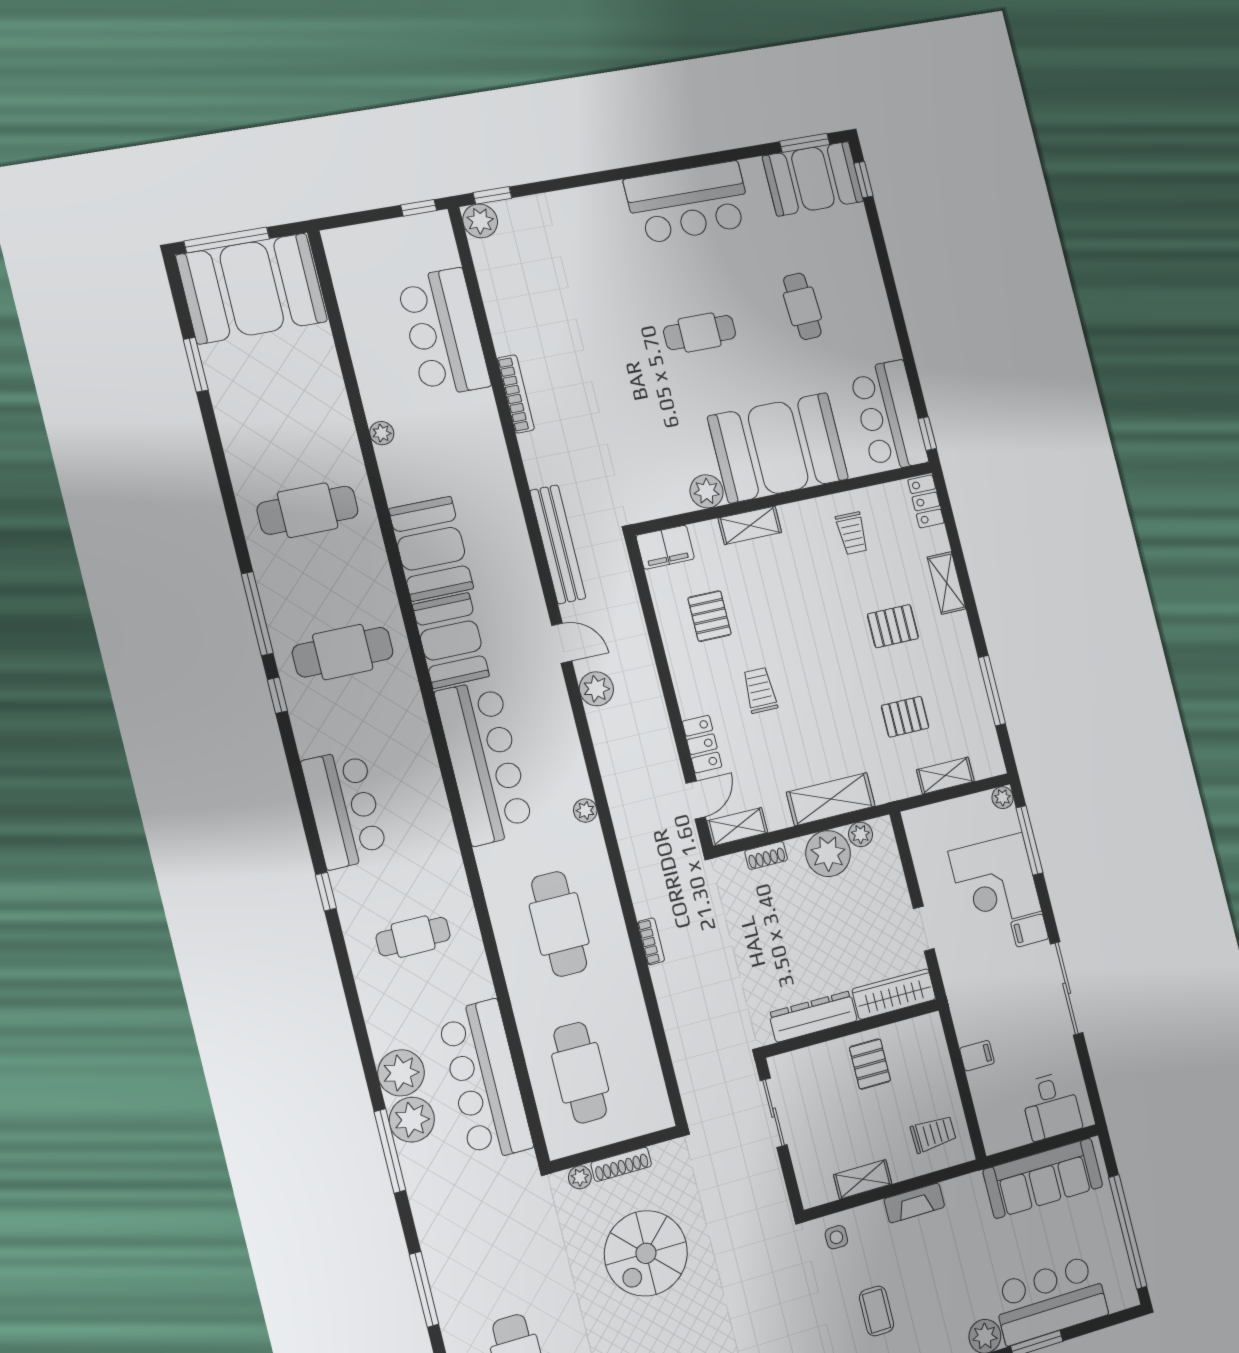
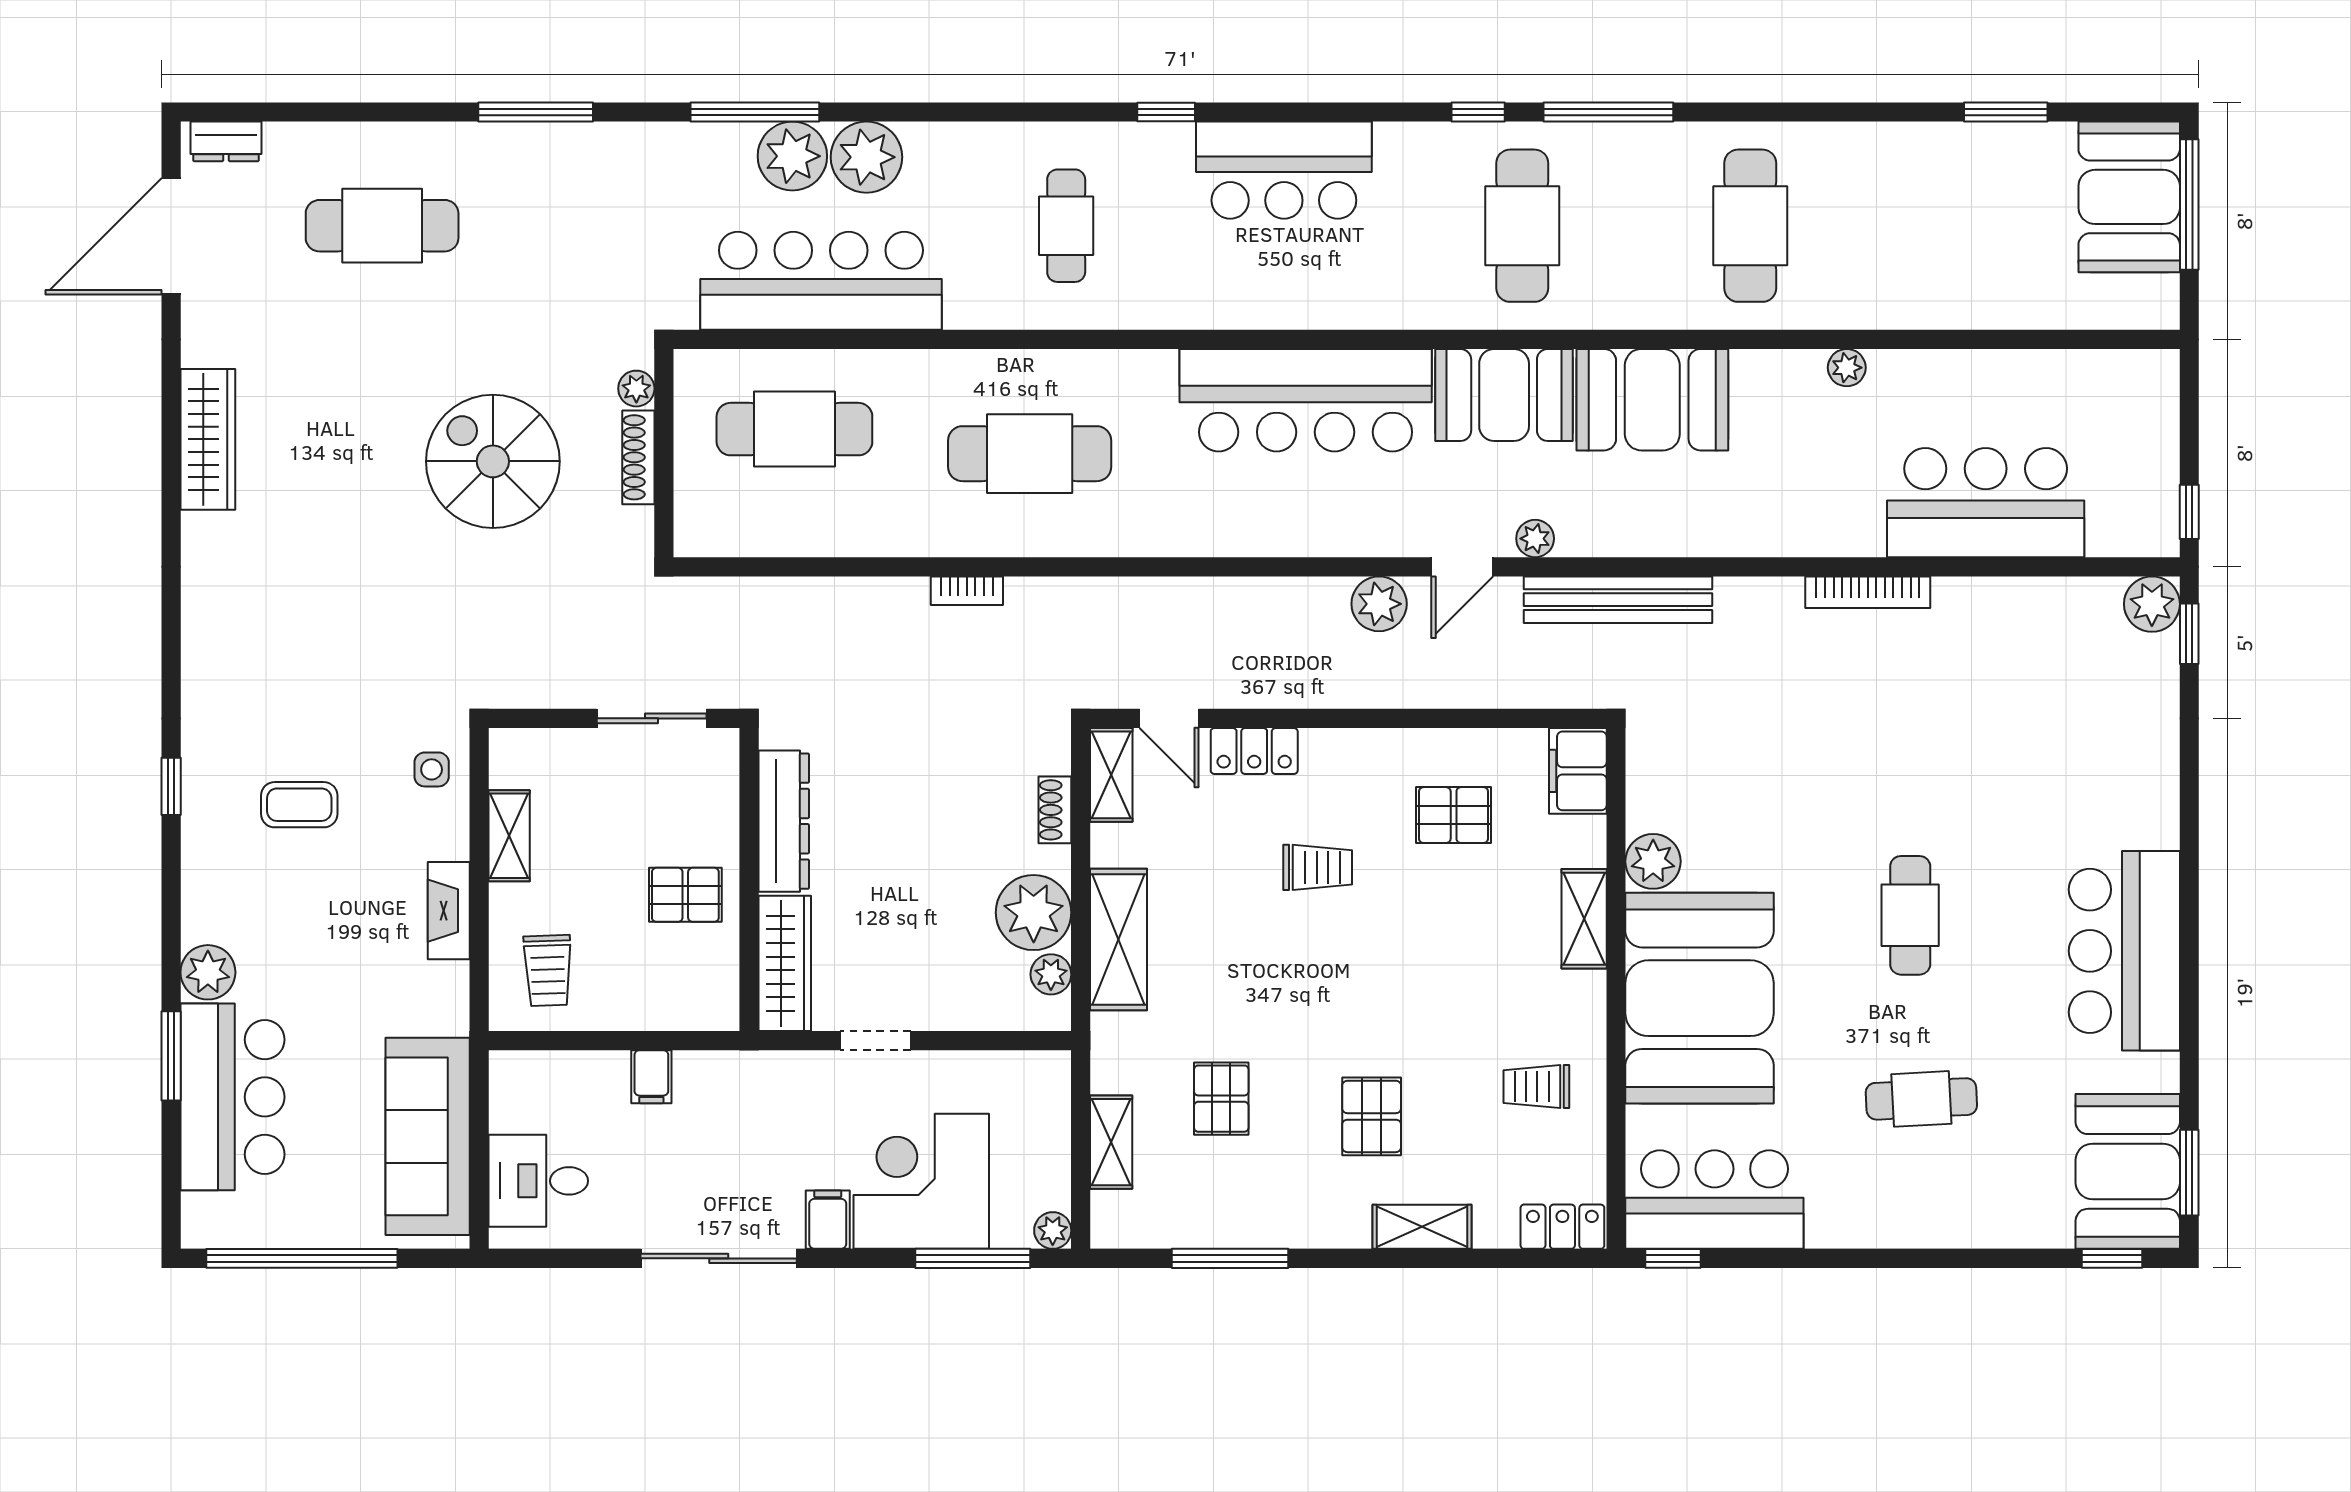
booth: (252, 288) -> (2129, 197), width x0.73, depth x0.70
plant: (585, 810) -> (1535, 539), moved

